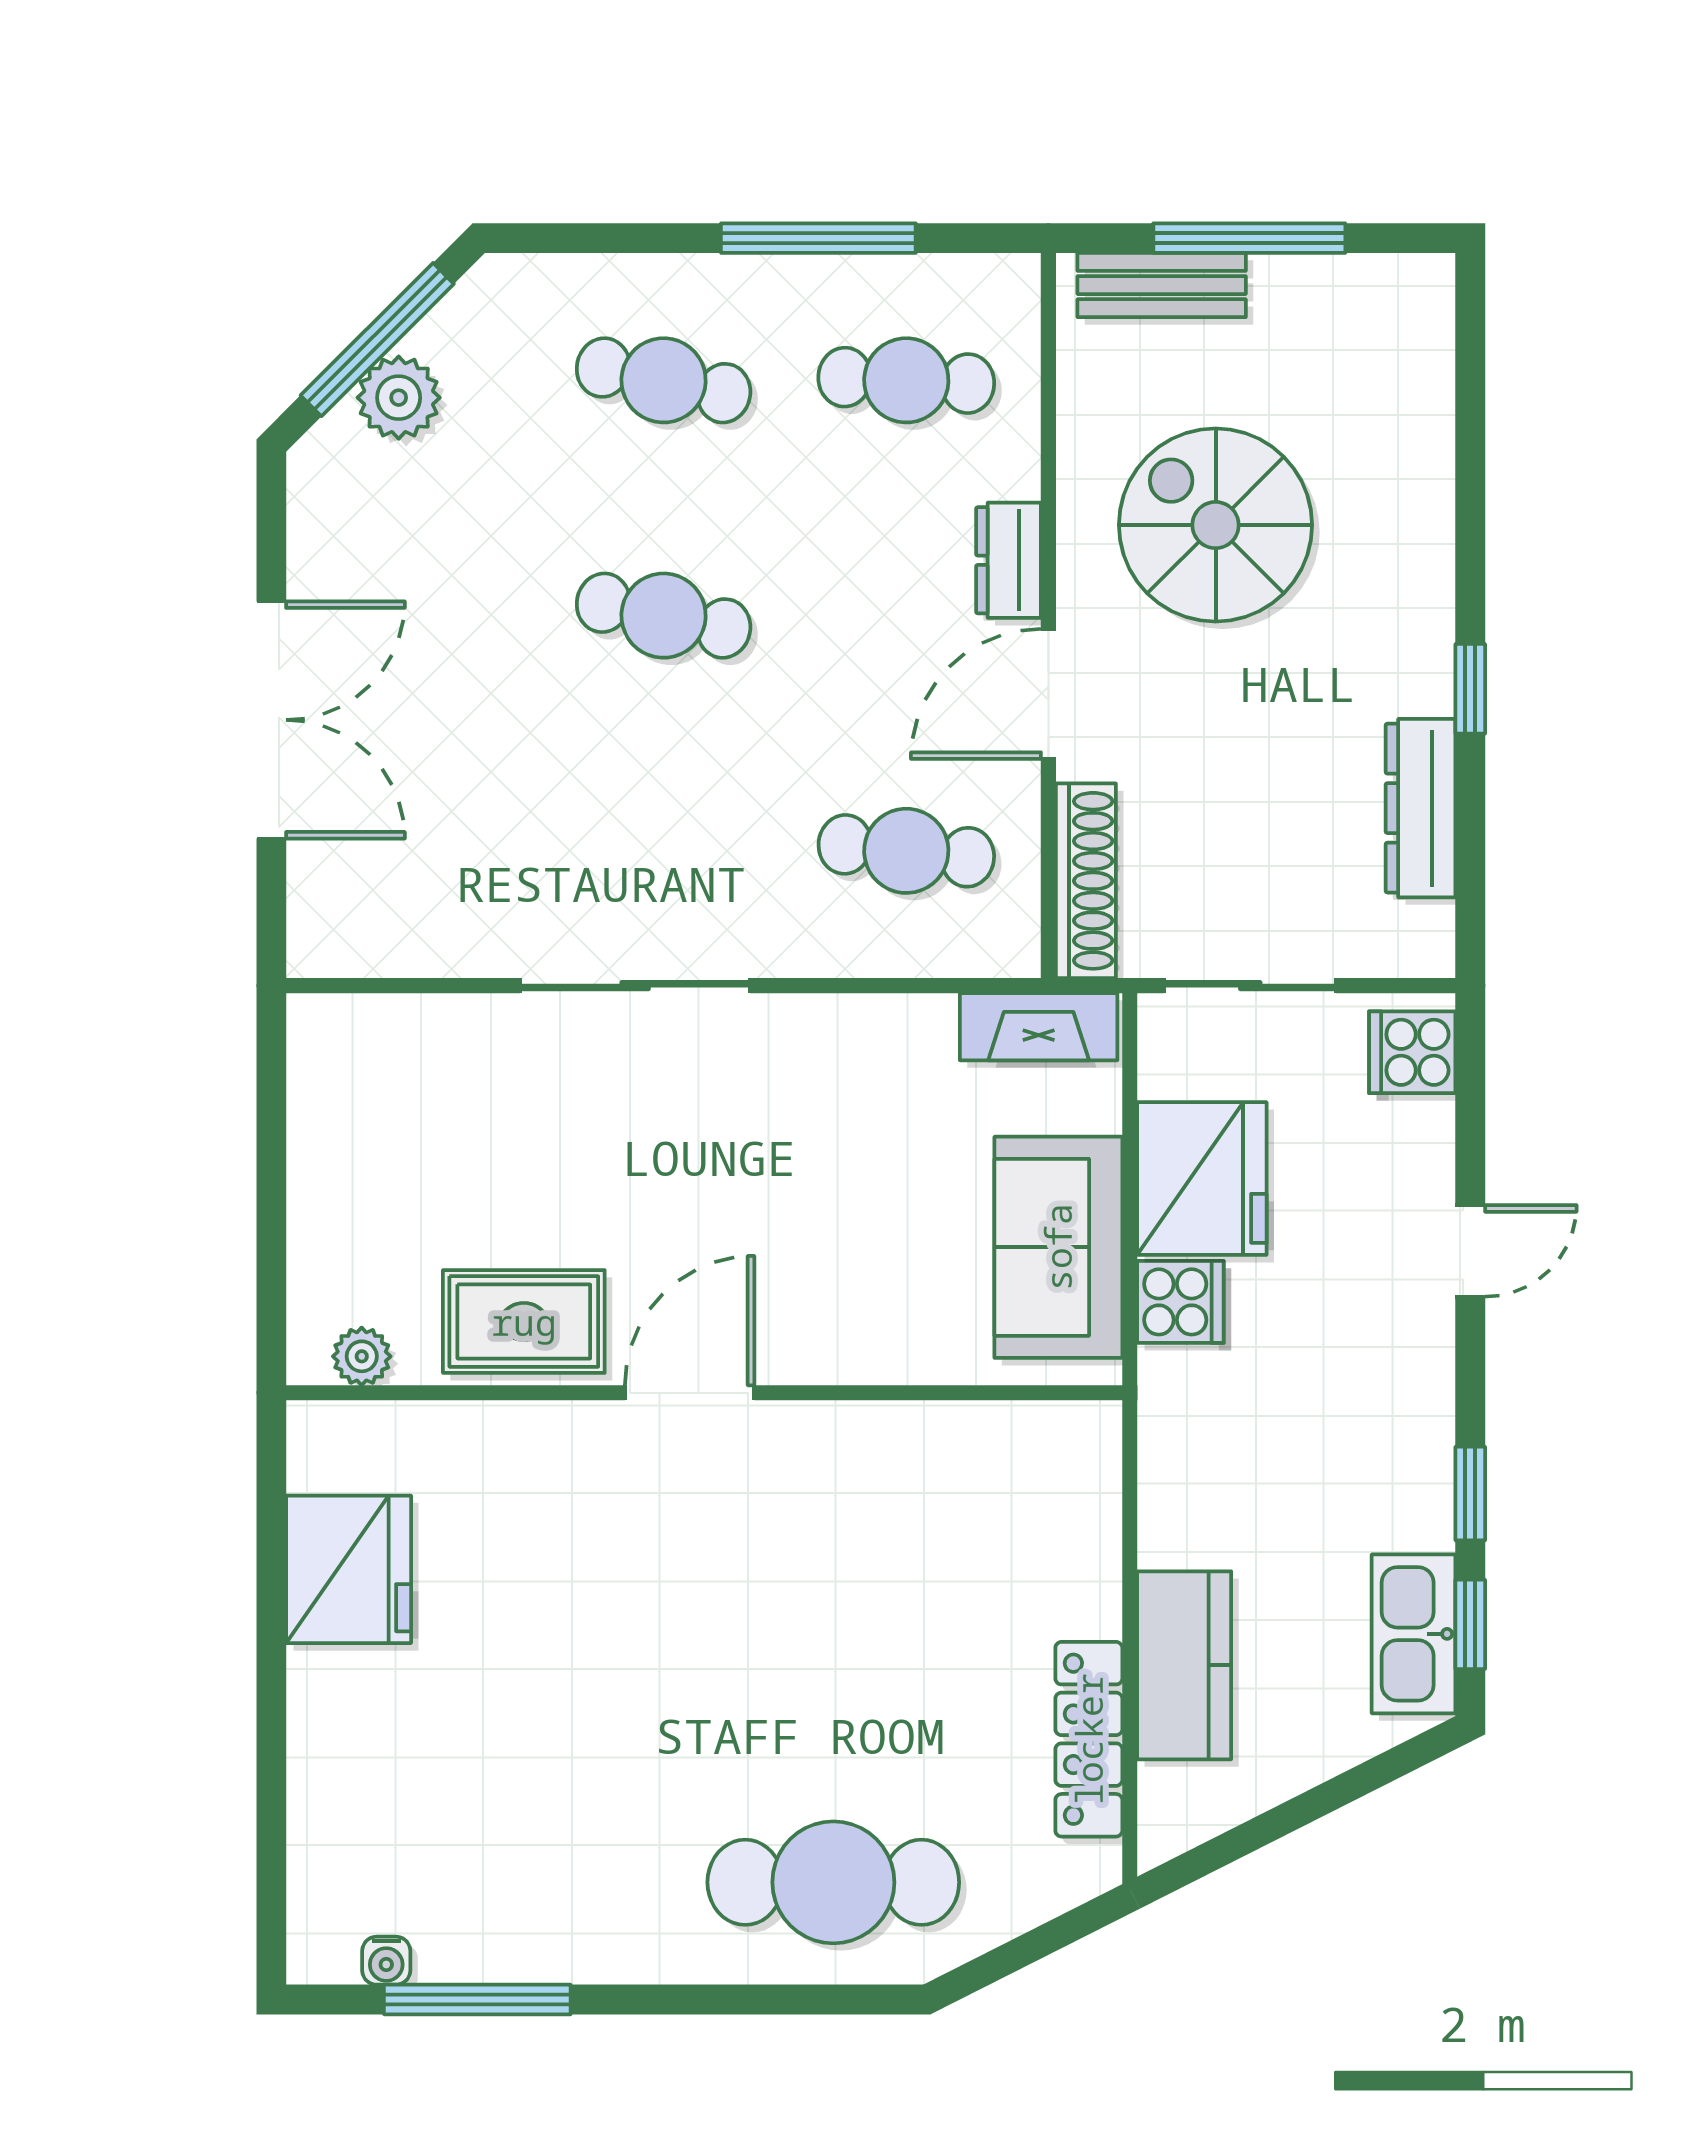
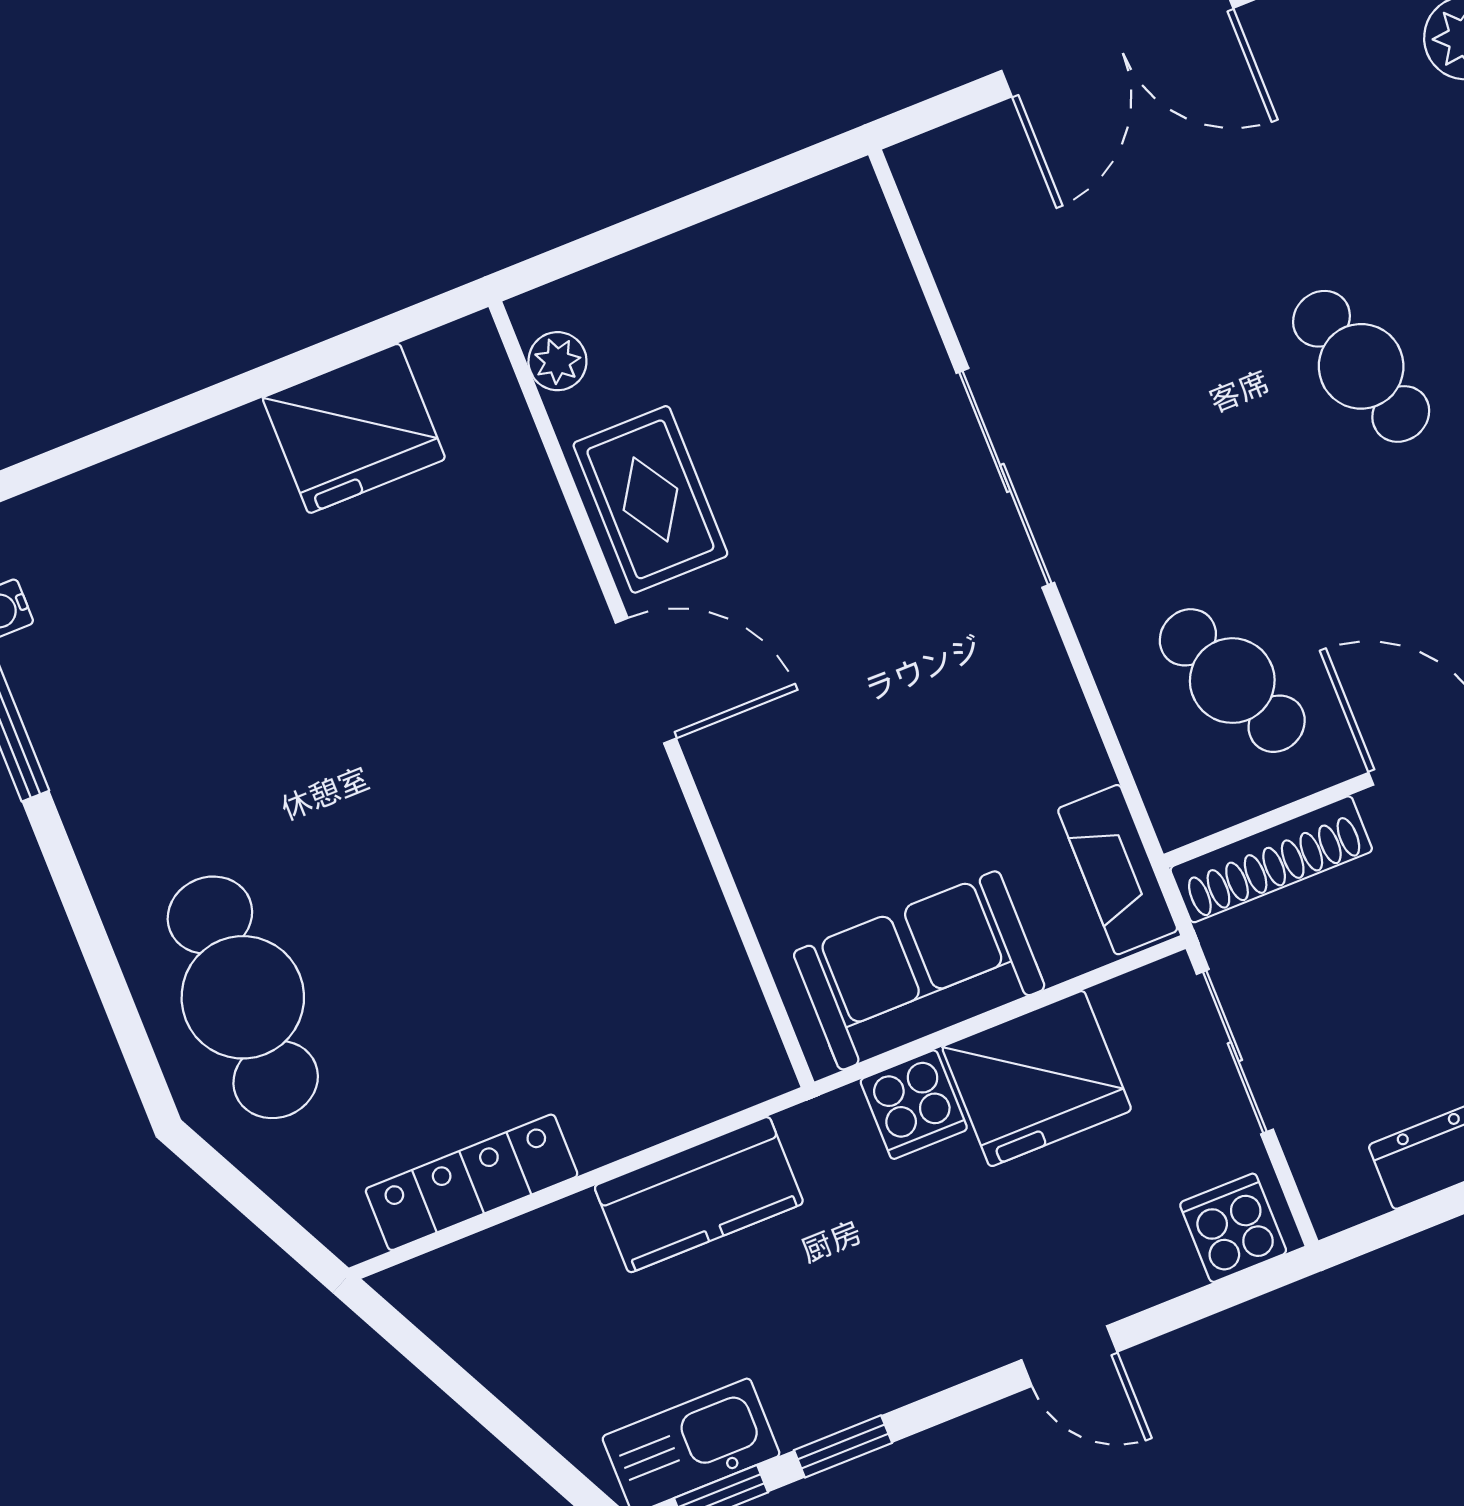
cafe table: (664, 616) -> (1361, 366), turned -30
cafe table: (906, 851) -> (1232, 681), turned -30
kitchen counter: (1184, 1665) -> (699, 1195), moved

